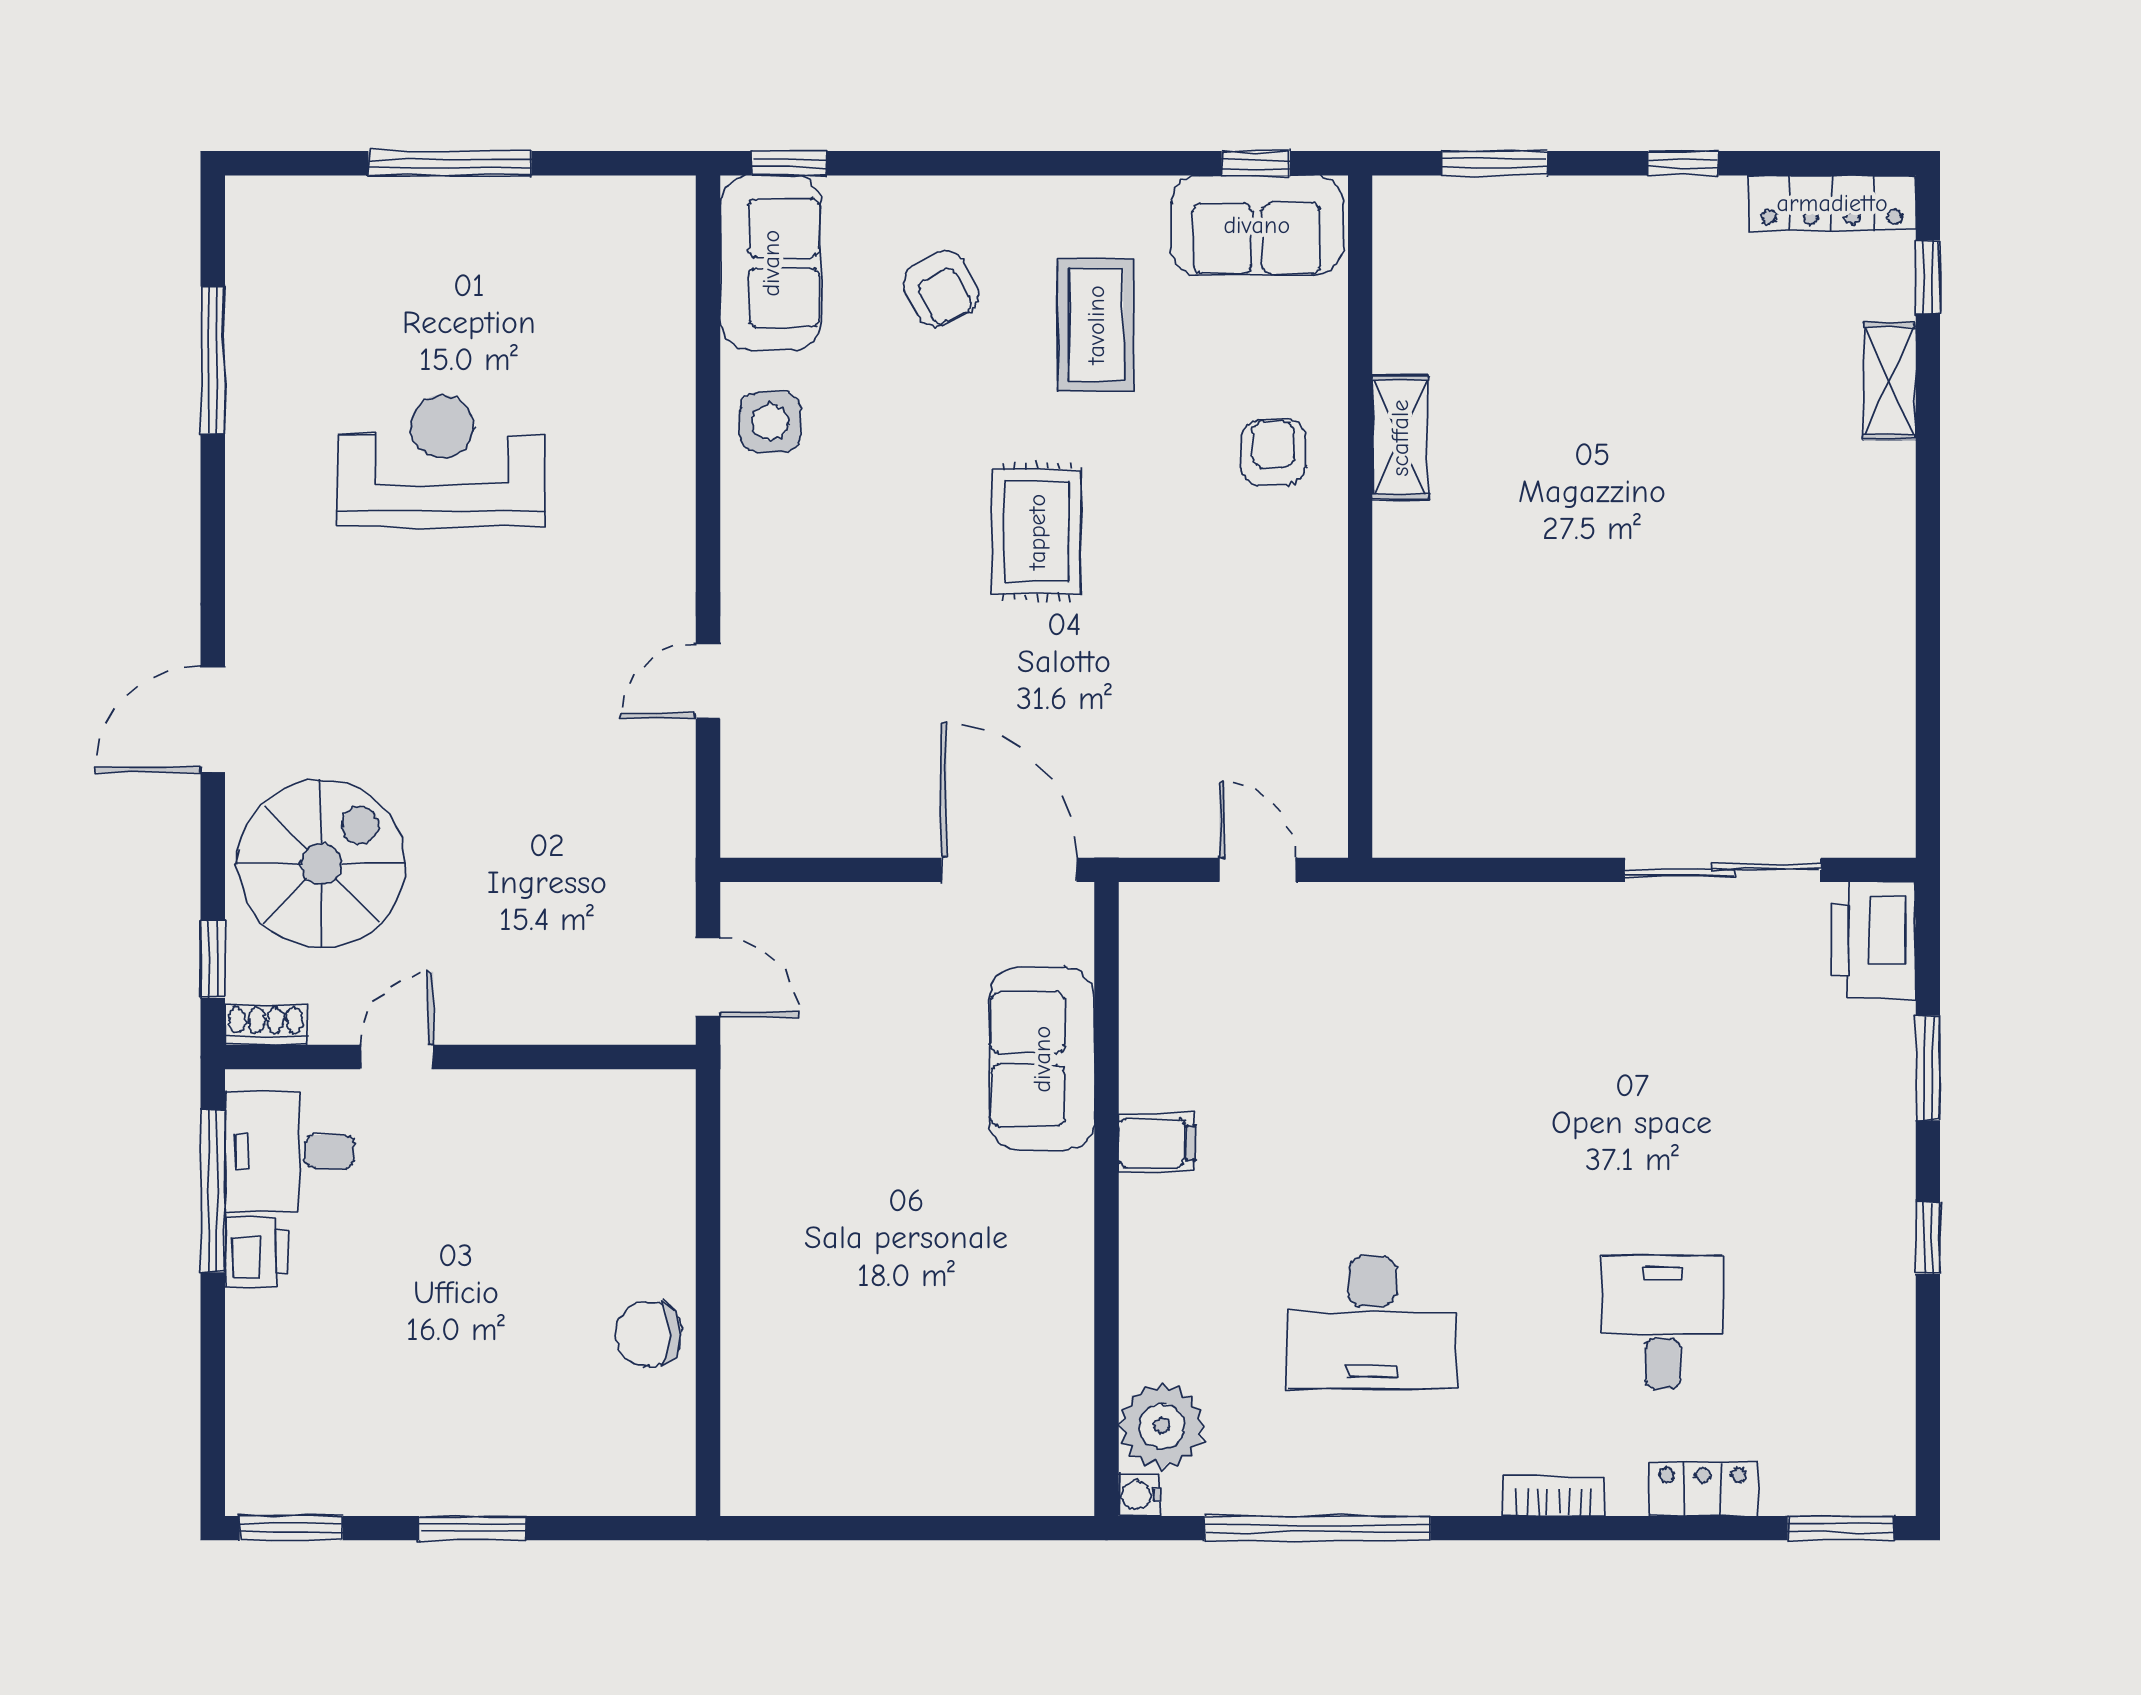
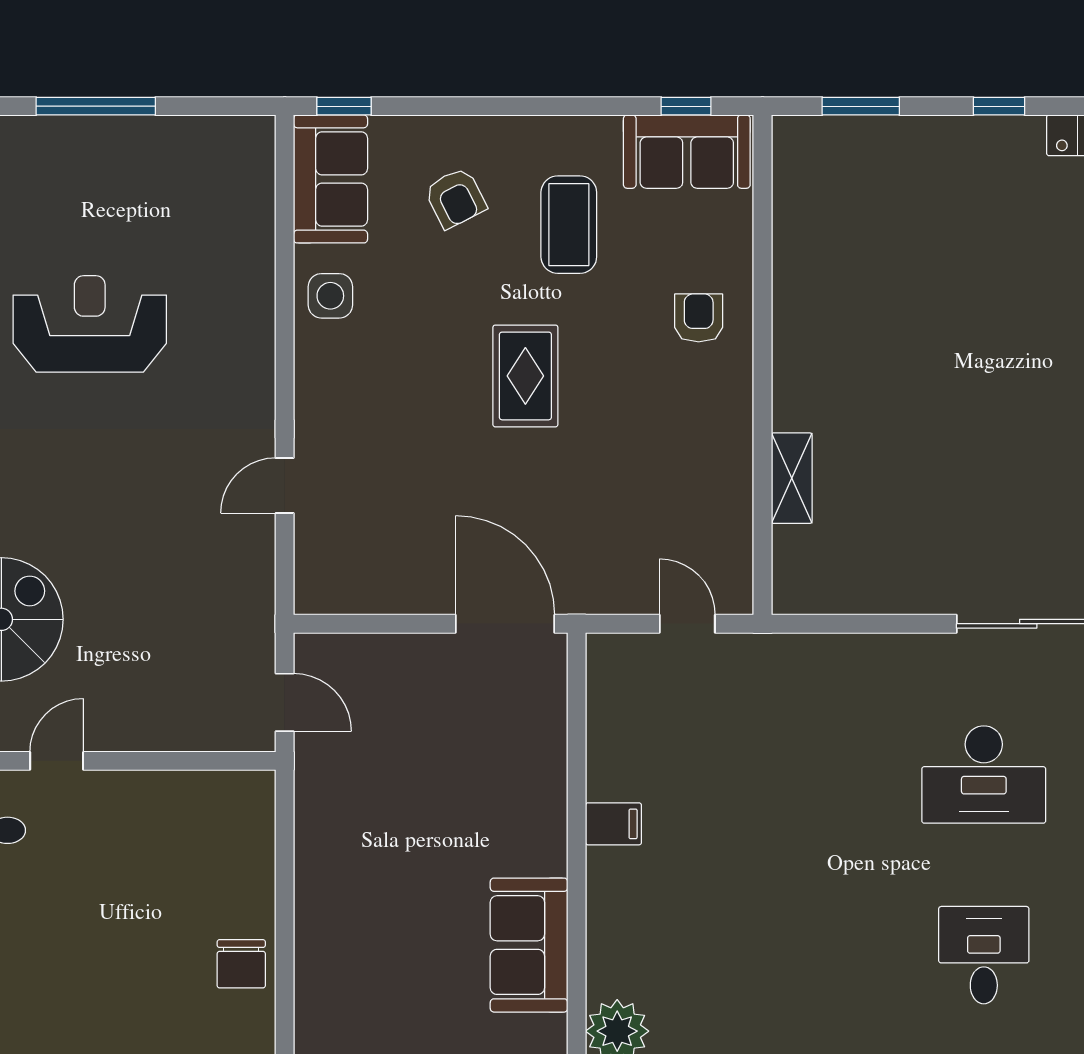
shelving: (1400, 438) -> (792, 478), moved
sofa: (1042, 1059) -> (529, 945), moved
desk: (1372, 1322) -> (984, 774), moved
chair: (649, 1334) -> (241, 964), turned -90

